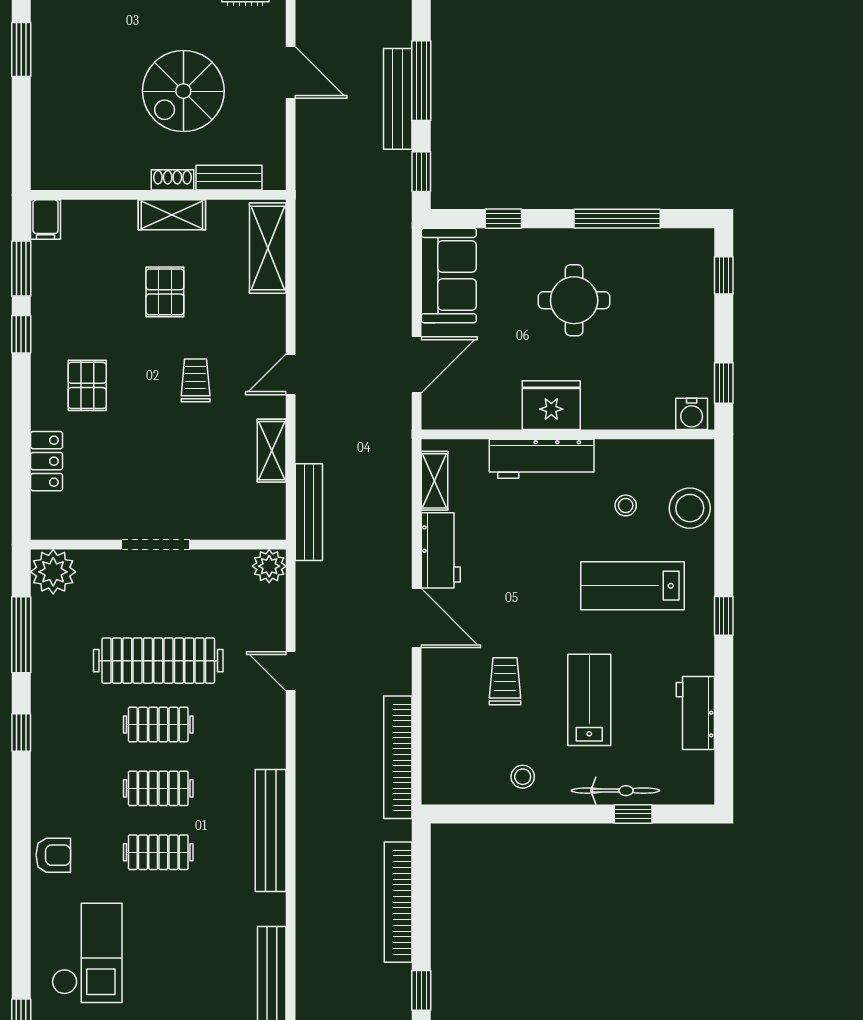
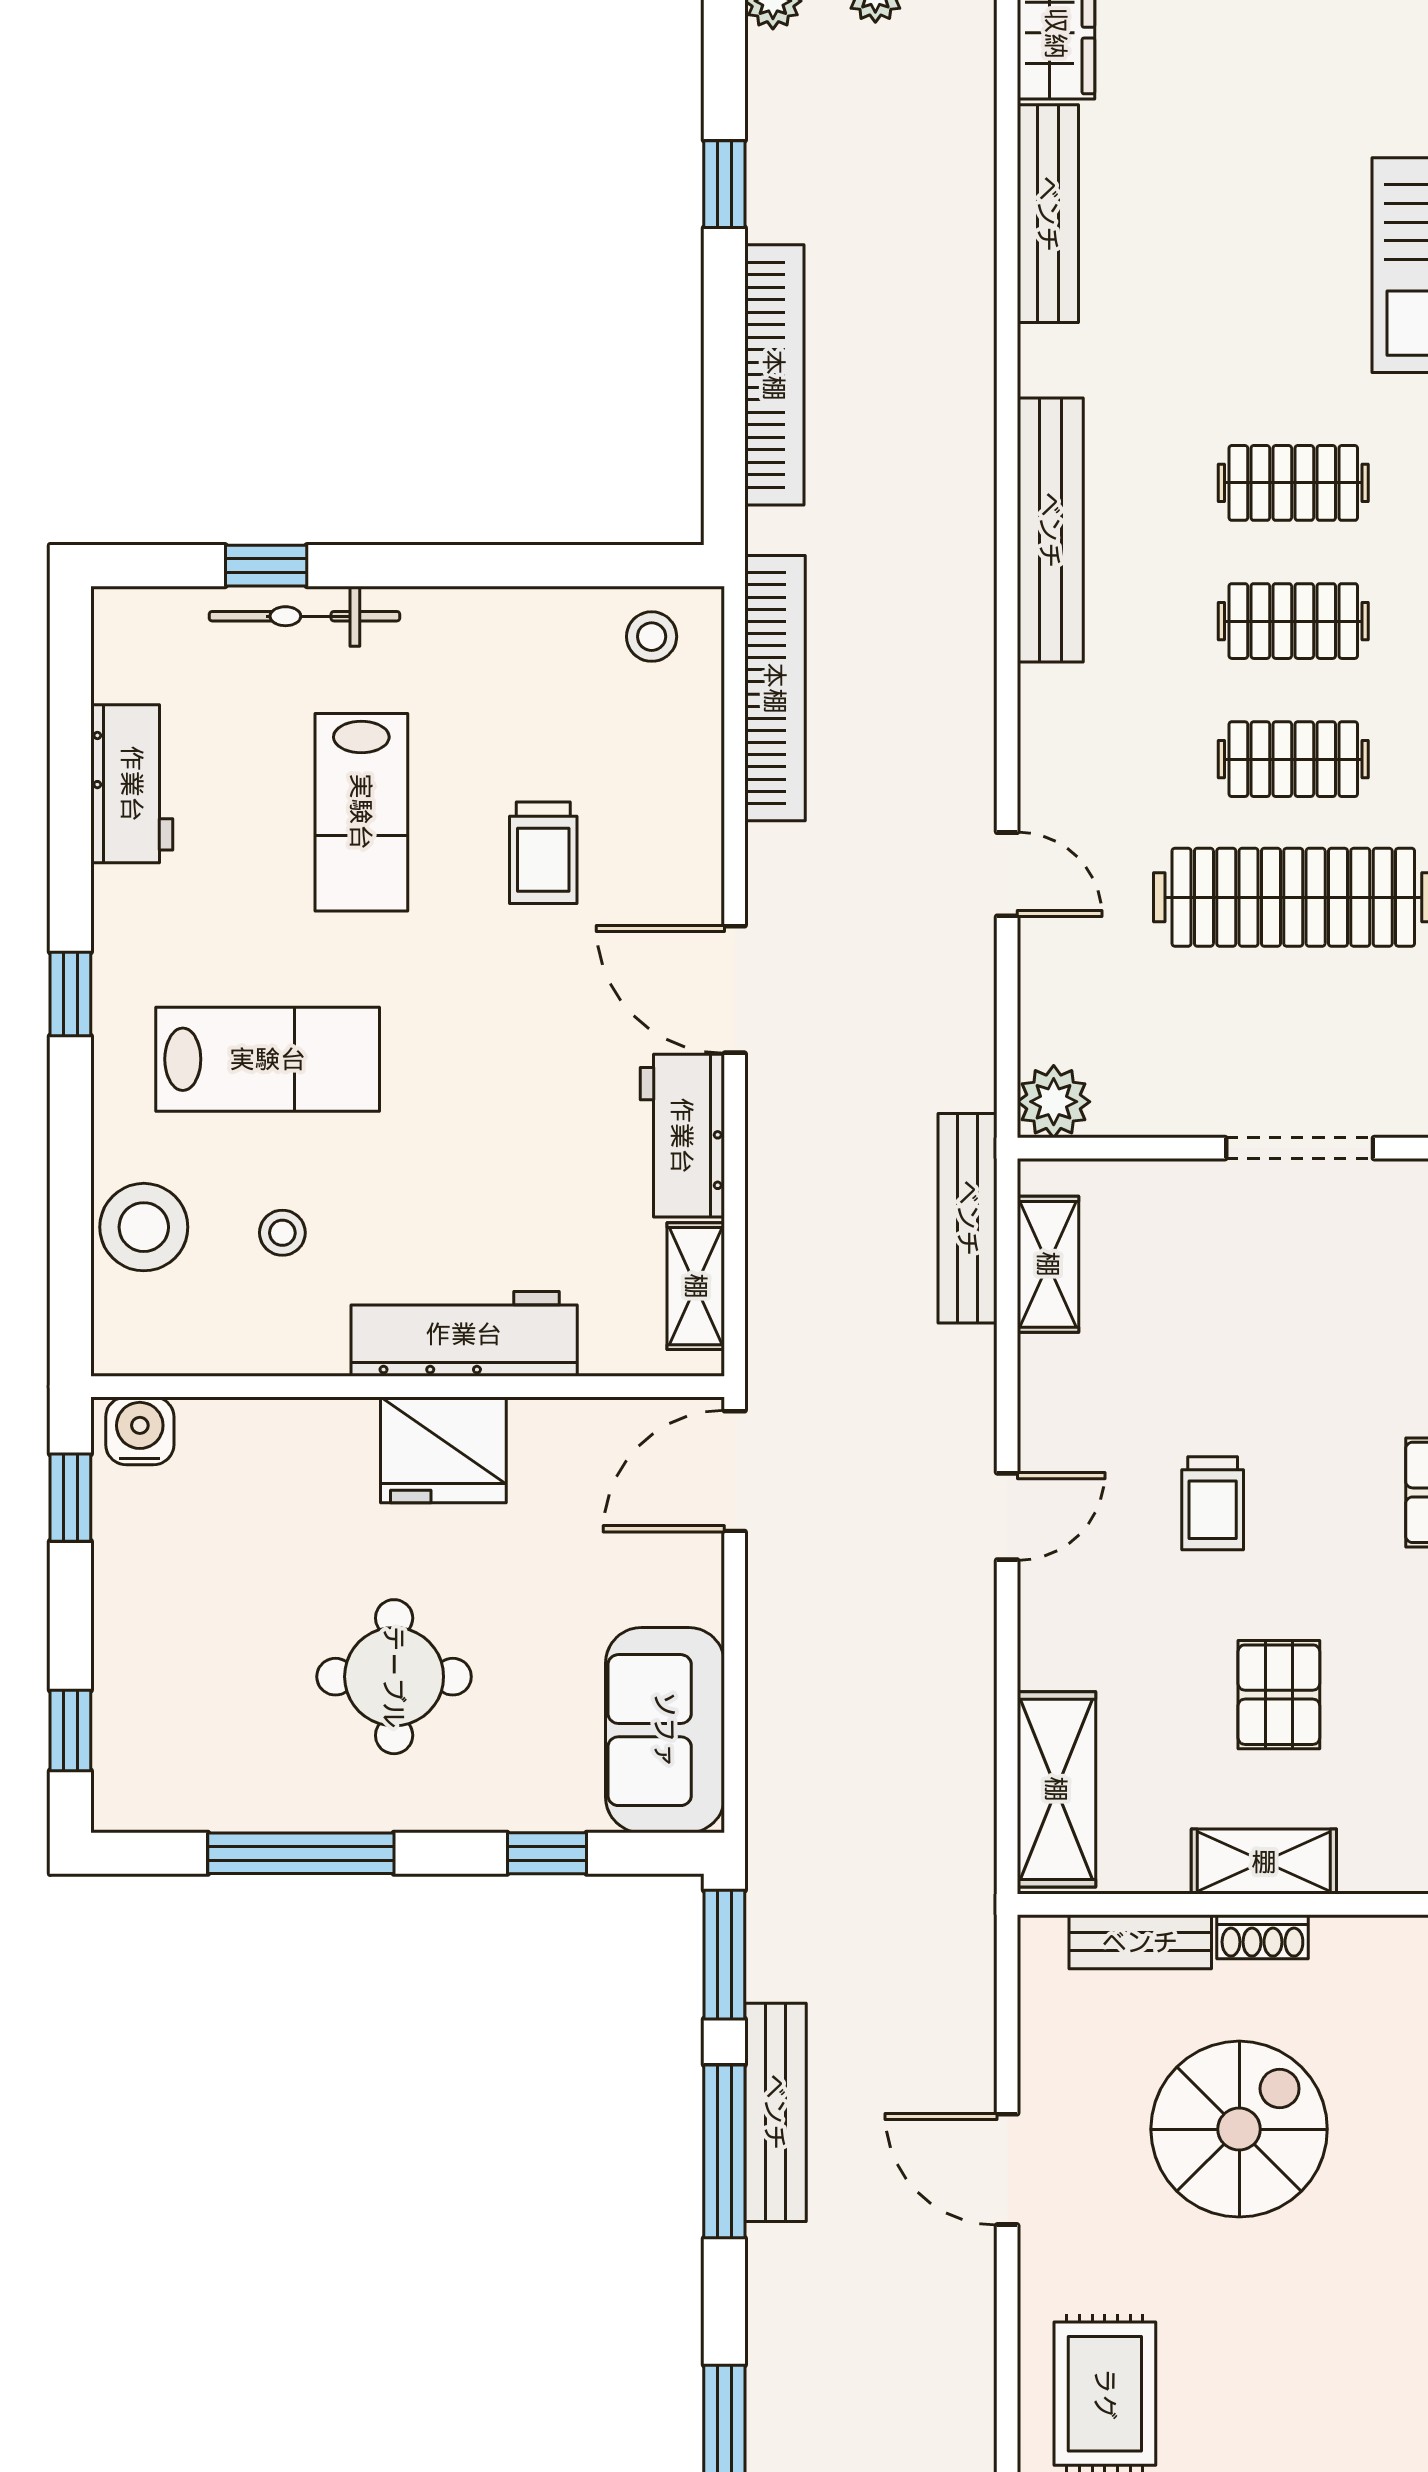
window: (421, 172) -> (724, 1955), width x1.50
door: (417, 365) -> (735, 1471), moved
shelving: (272, 451) -> (1048, 1264), moved
stool: (523, 777) -> (652, 637), moved

